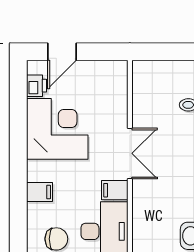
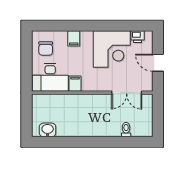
door: (62, 52) -> (158, 63), moved
double door: (130, 153) -> (127, 93), moved

